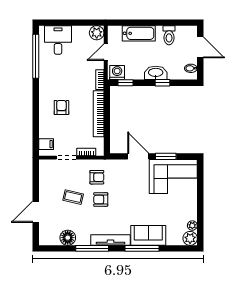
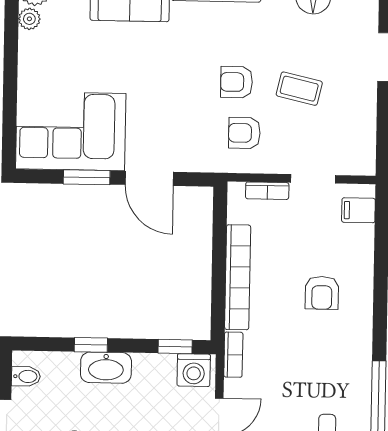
armchair: (101, 199) -> (237, 82), turned 180

